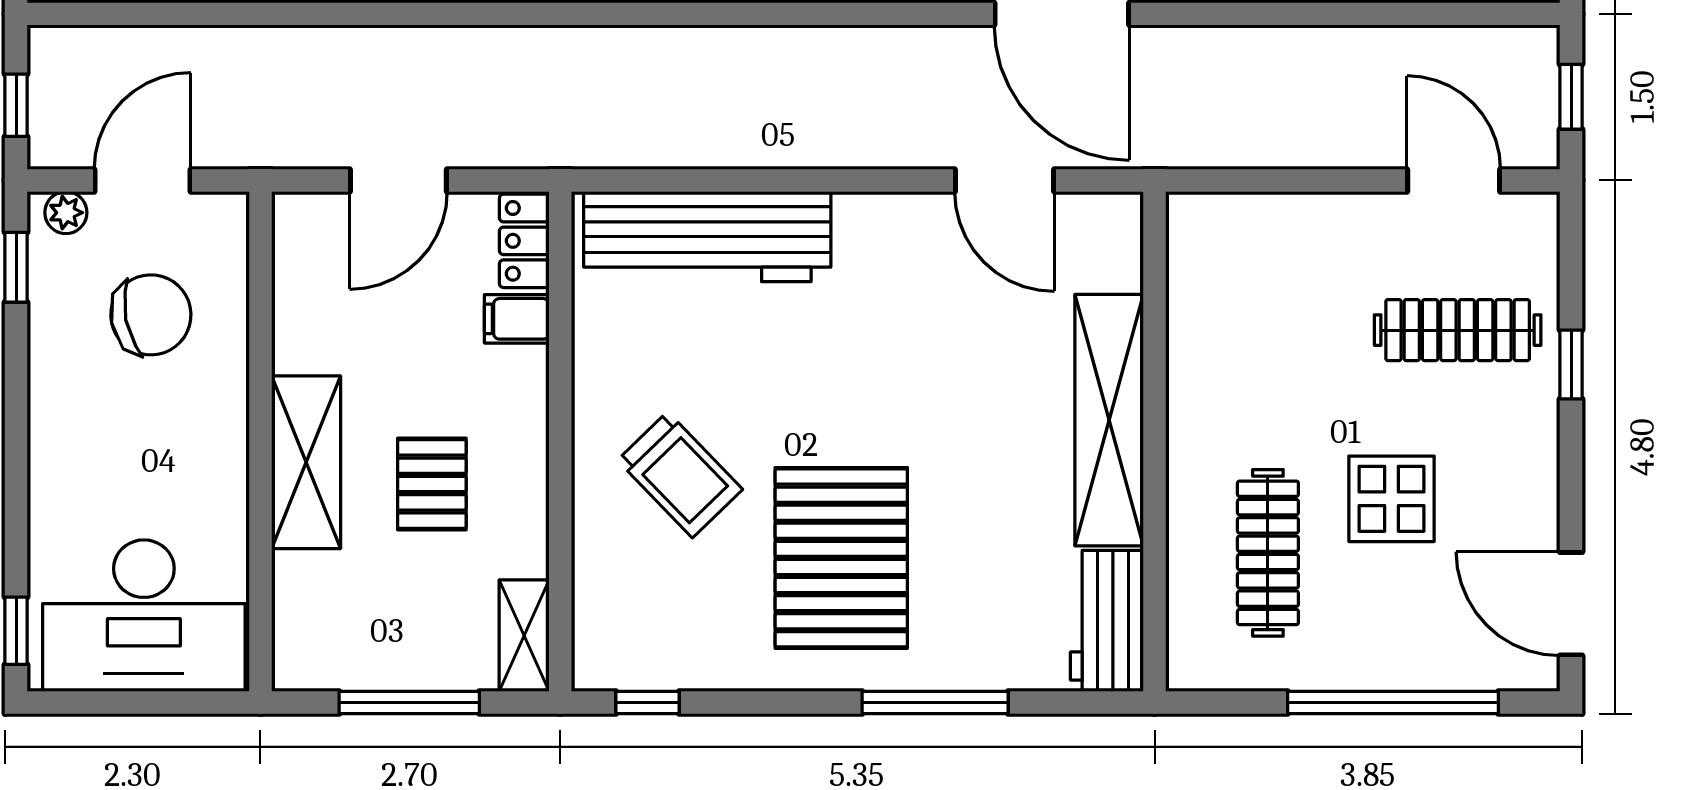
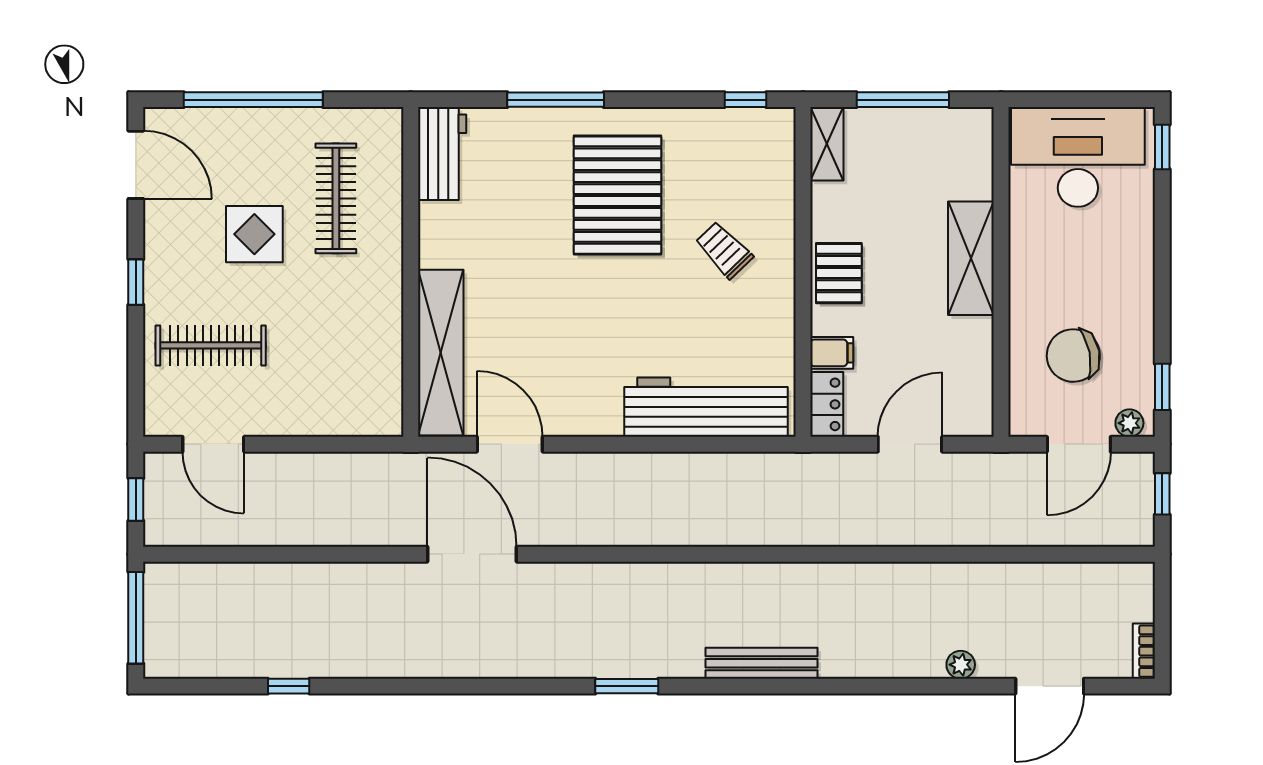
window: (1571, 364) -> (136, 282), moved
shelving: (1109, 420) -> (441, 353), moved
trolley: (680, 475) -> (724, 250), width x0.73, depth x0.72
pallet: (432, 484) -> (839, 273), moved

